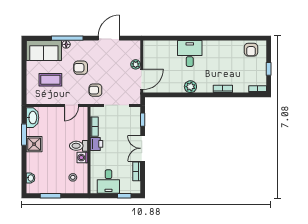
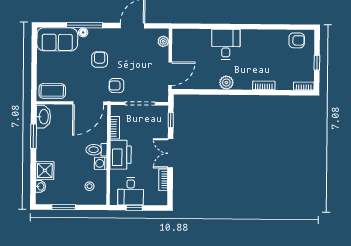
armchair: (251, 50) -> (297, 40), turned -90
plant: (136, 64) -> (163, 41), moved
armchair: (81, 68) -> (100, 60), turned 90
coffee table: (50, 80) -> (52, 91), moved
door: (71, 105) -> (88, 103), width x1.88
shower: (34, 144) -> (45, 170), moved
printer: (97, 144) -> (121, 155), width x1.87, depth x1.48
window: (124, 196) -> (134, 208), moved

